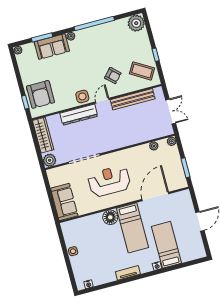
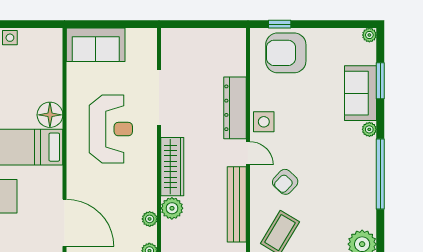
wardrobe: (43, 135) -> (172, 167), moved, turned -90
plant: (50, 160) -> (172, 208), moved
door: (155, 197) -> (65, 223), moved

